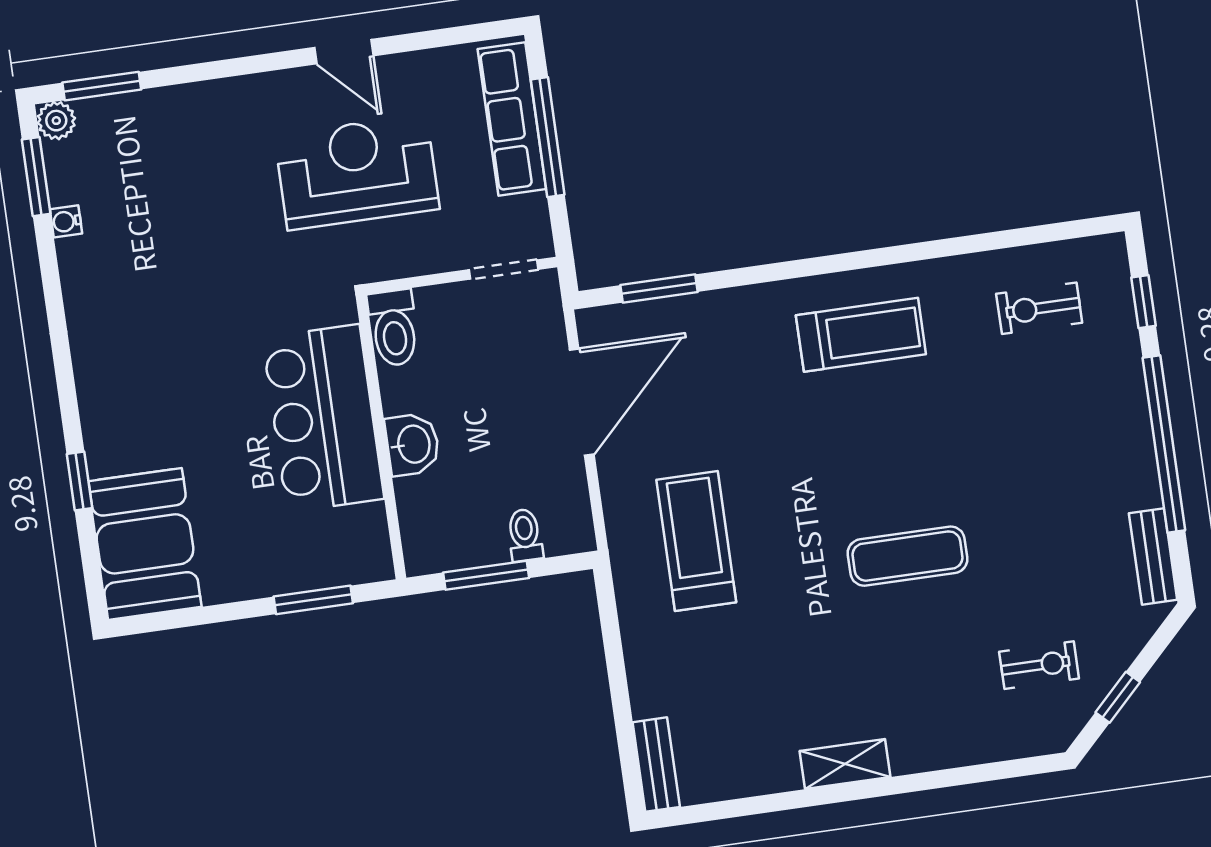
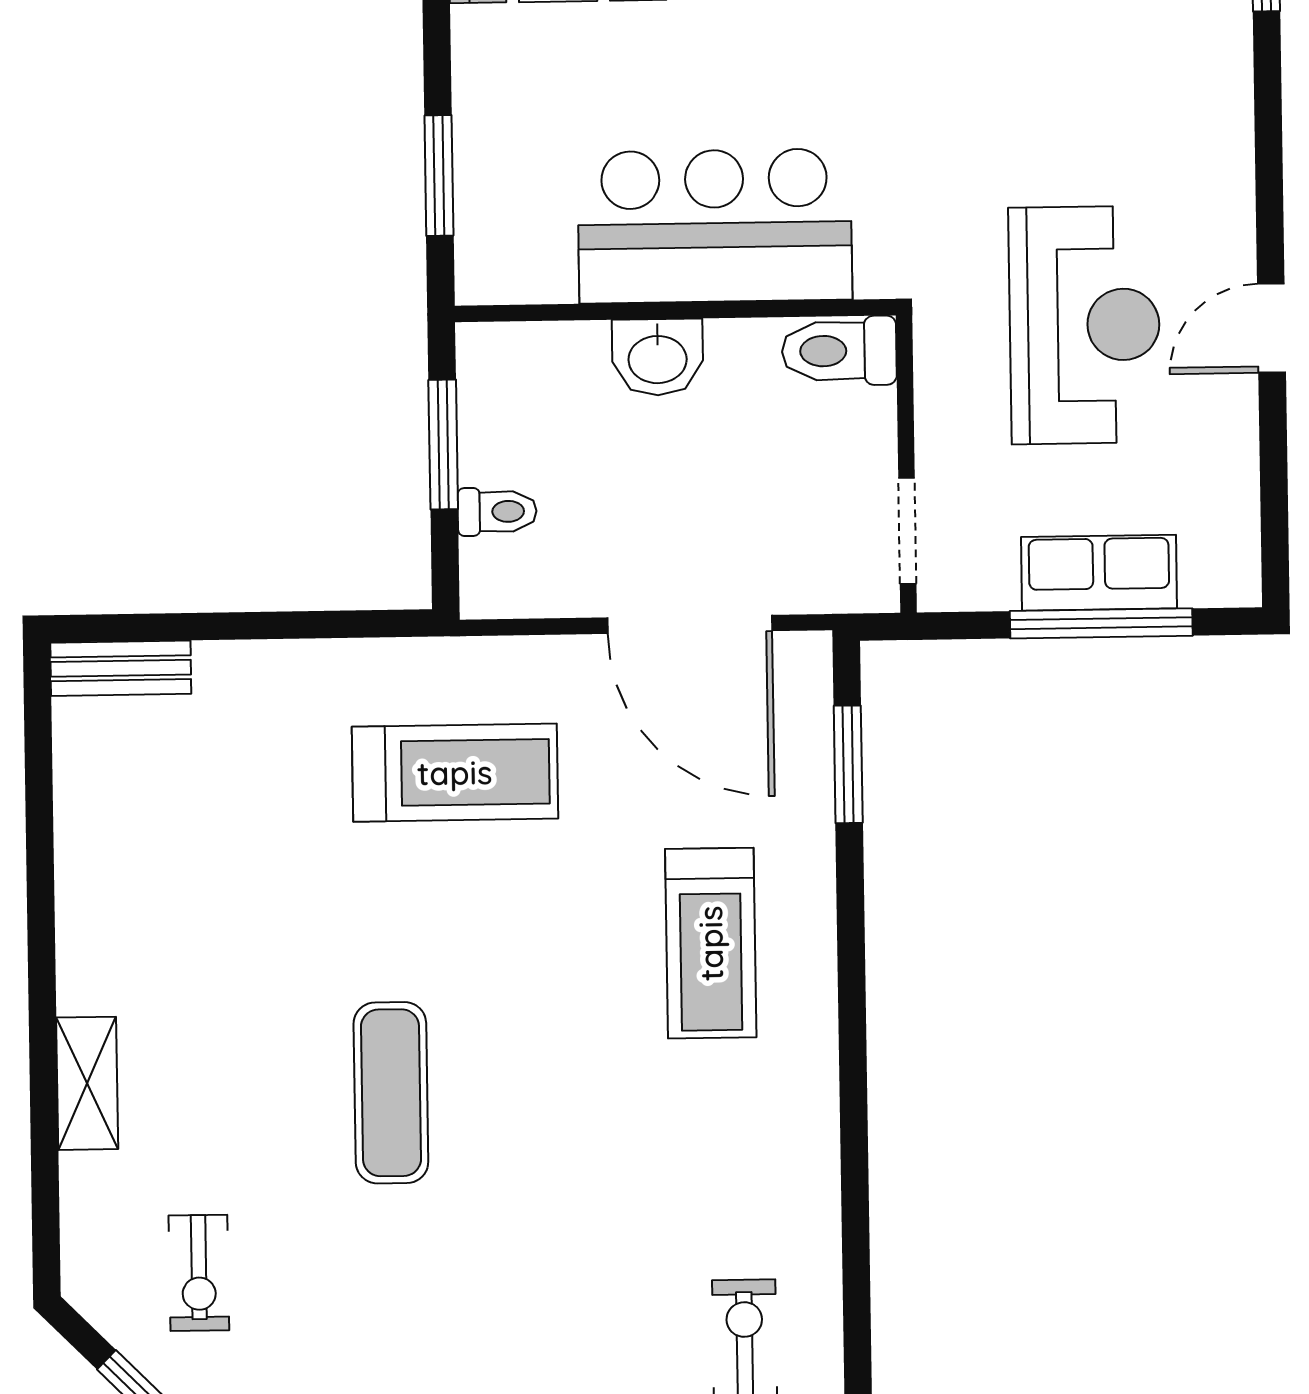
row of seats: (512, 119) -> (1099, 573), width x0.68
treadmill: (861, 335) -> (711, 943), moved
shelving: (845, 764) -> (87, 1083), moved

